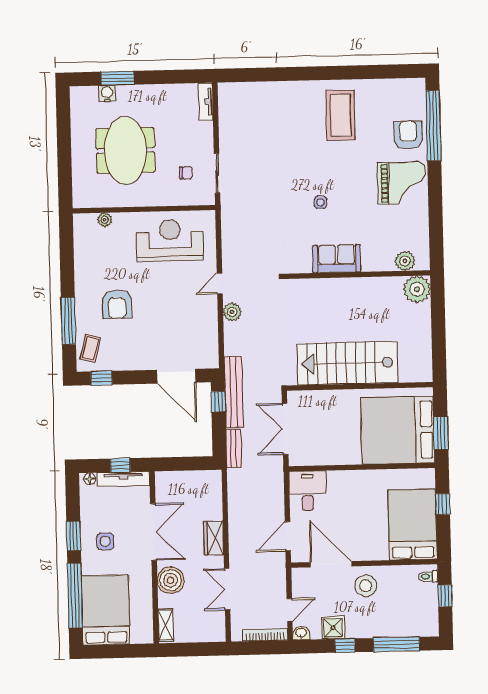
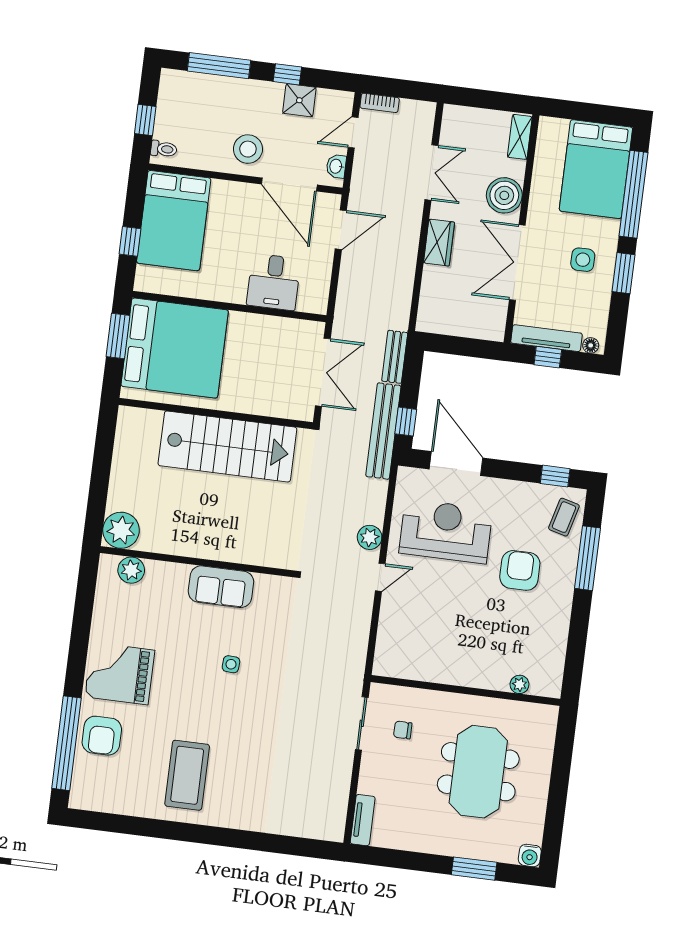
water cooler: (107, 93) -> (530, 855), moved
reception desk: (170, 240) -> (446, 531), moved, turned 180
desk: (308, 491) -> (274, 282), moved
washbasin: (301, 633) -> (336, 166), moved, turned 90
bookcase: (265, 635) -> (380, 103), width x0.64

